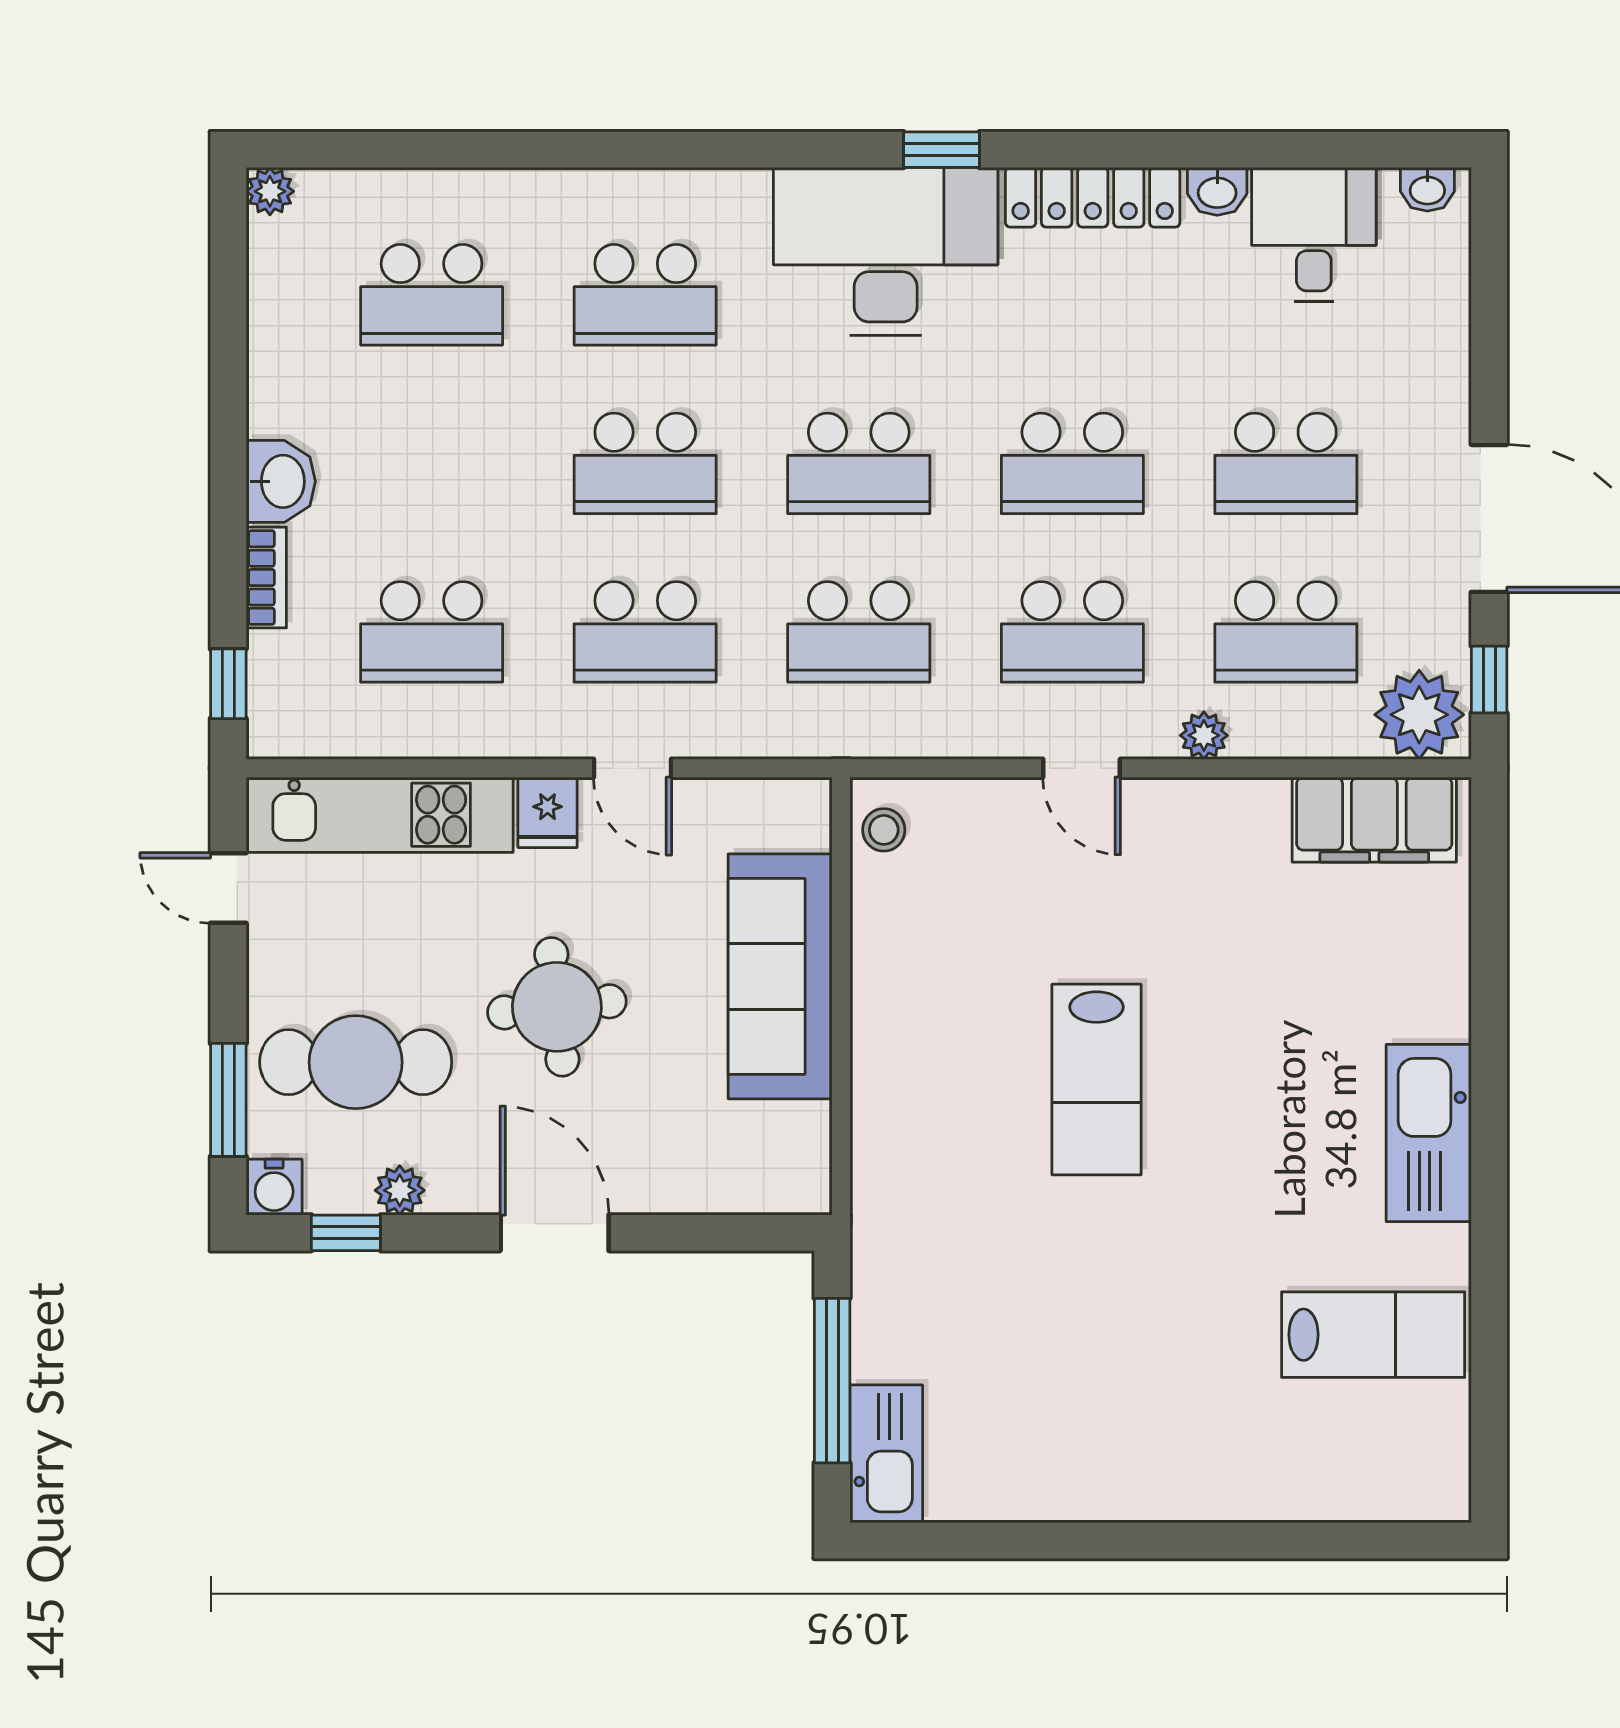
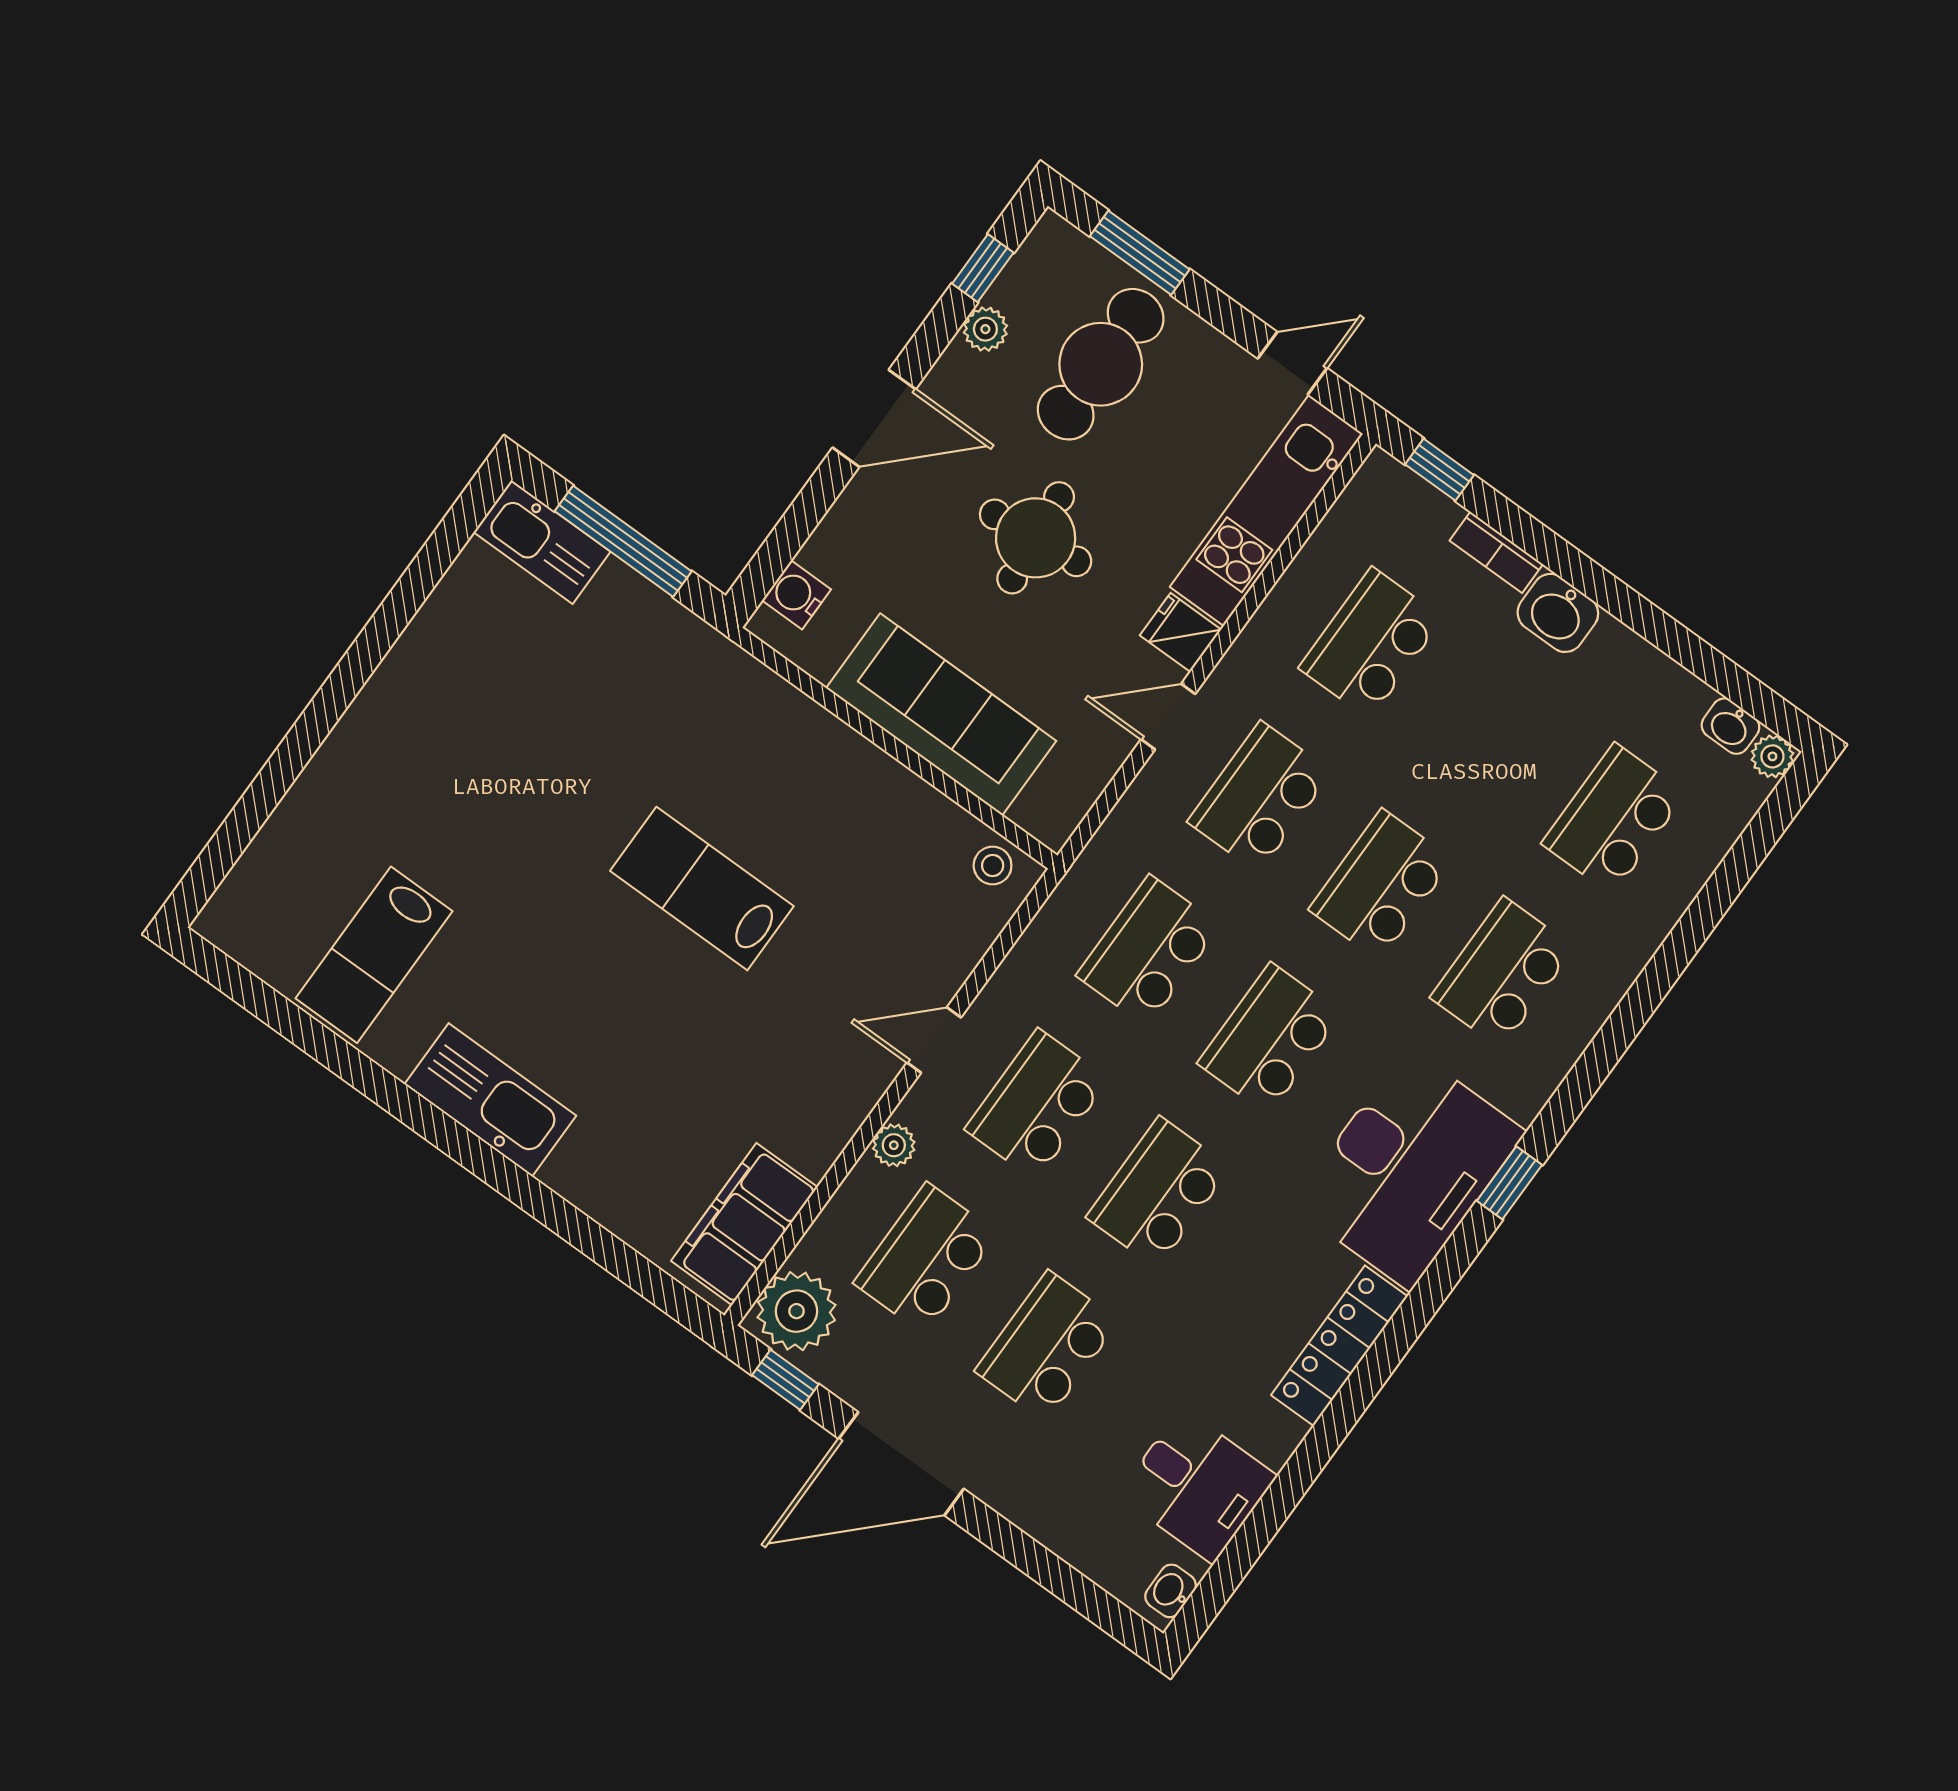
window: (941, 150) -> (1509, 1183), moved
washbasin: (1217, 191) -> (1730, 726), moved, turned -90
water cooler: (274, 1187) -> (797, 595), moved

